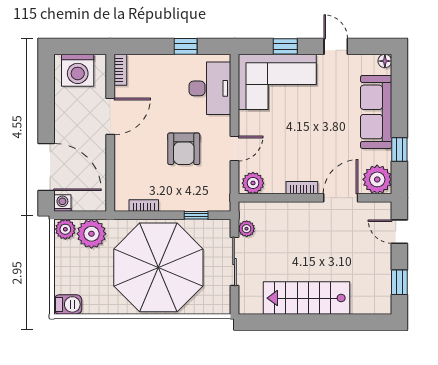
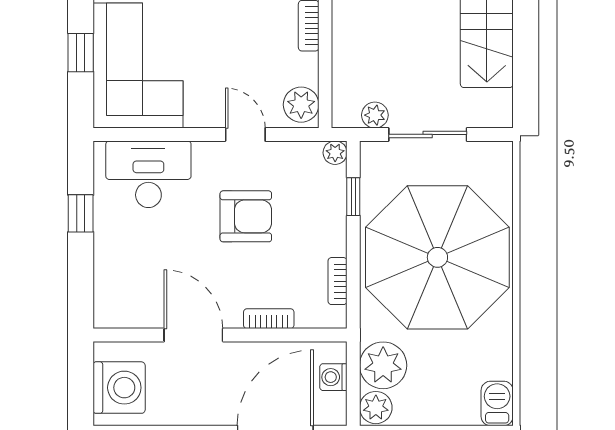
bookcase: (120, 70) -> (269, 319), moved
washing machine: (62, 203) -> (333, 377), moved
plant: (223, 204) -> (335, 153), added

